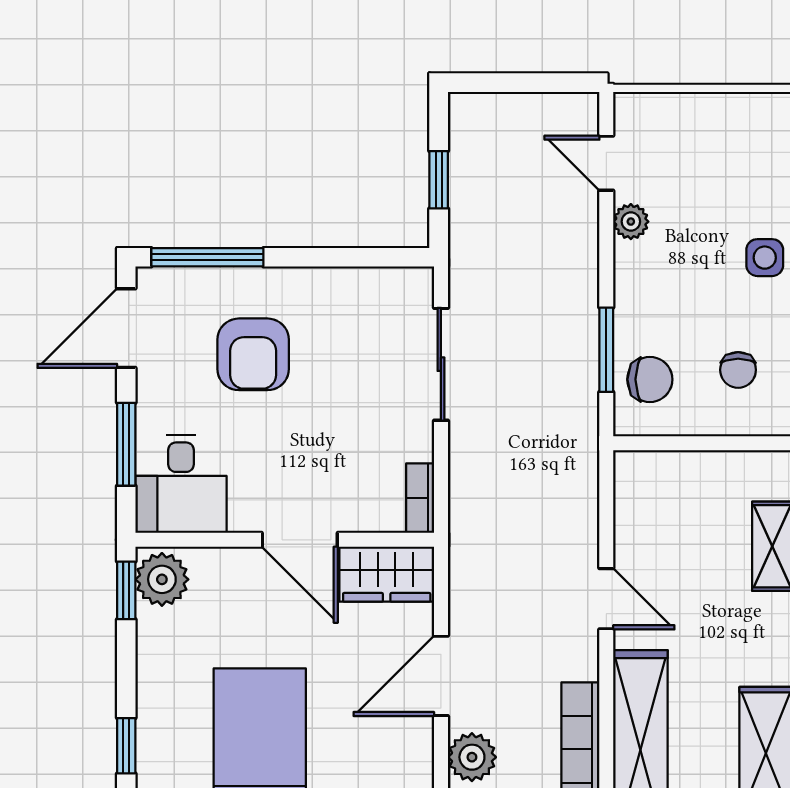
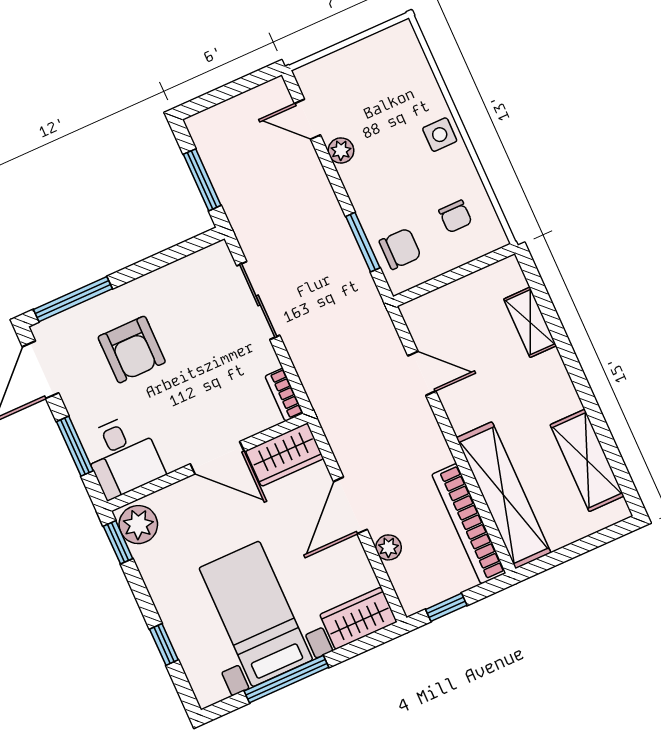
window: (439, 180) -> (202, 180), width x1.50
door: (606, 599) -> (422, 373), moved
plant: (472, 757) -> (389, 547), width x0.73, depth x0.73

